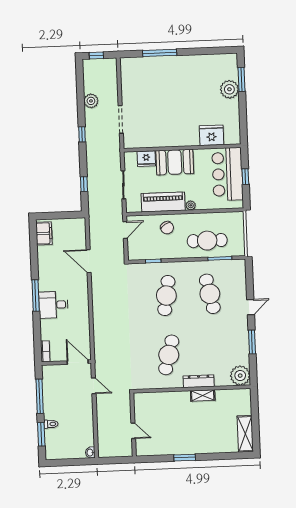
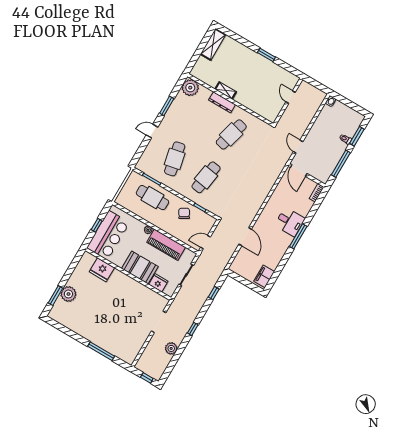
chair: (167, 228) -> (184, 213), moved

